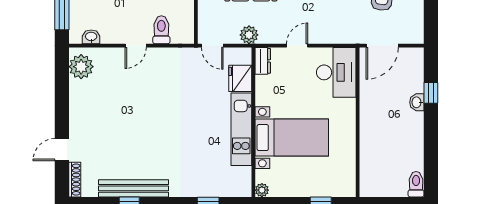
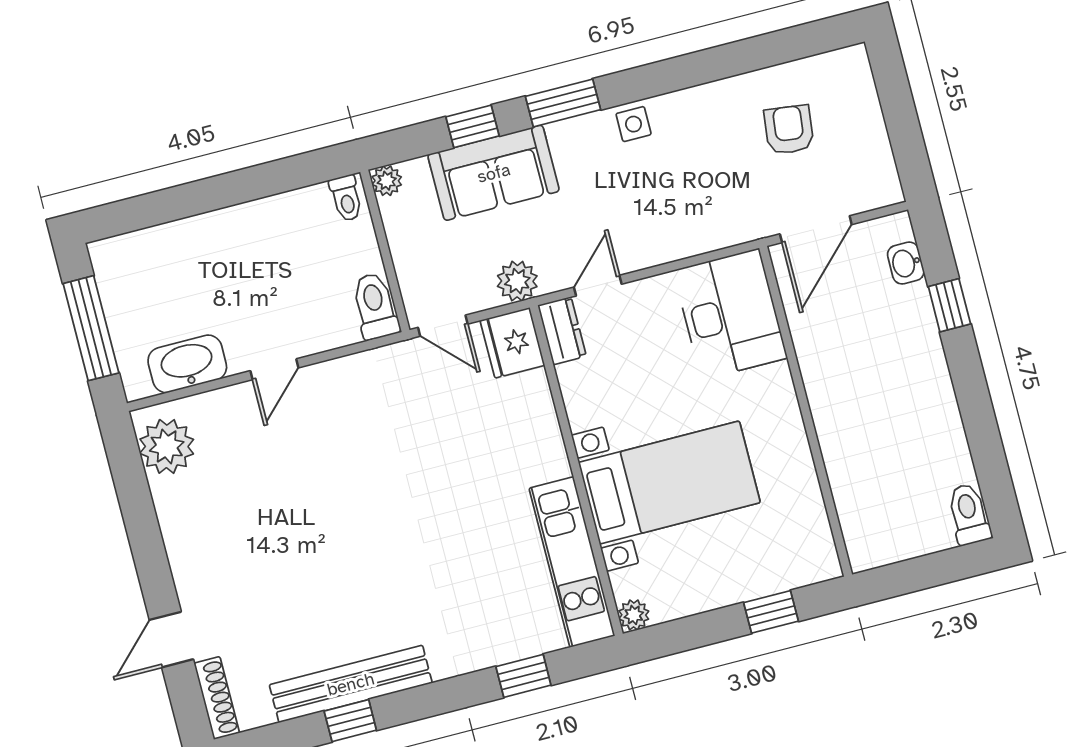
toilet: (161, 30) -> (375, 306), moved
washbasin: (91, 37) -> (187, 364), width x1.91, depth x1.45
door: (297, 46) -> (598, 286), moved
fridge: (240, 78) -> (512, 343), moved
washbasin: (417, 102) -> (906, 263), moved
kitchen unit: (241, 129) -> (572, 562), moved

